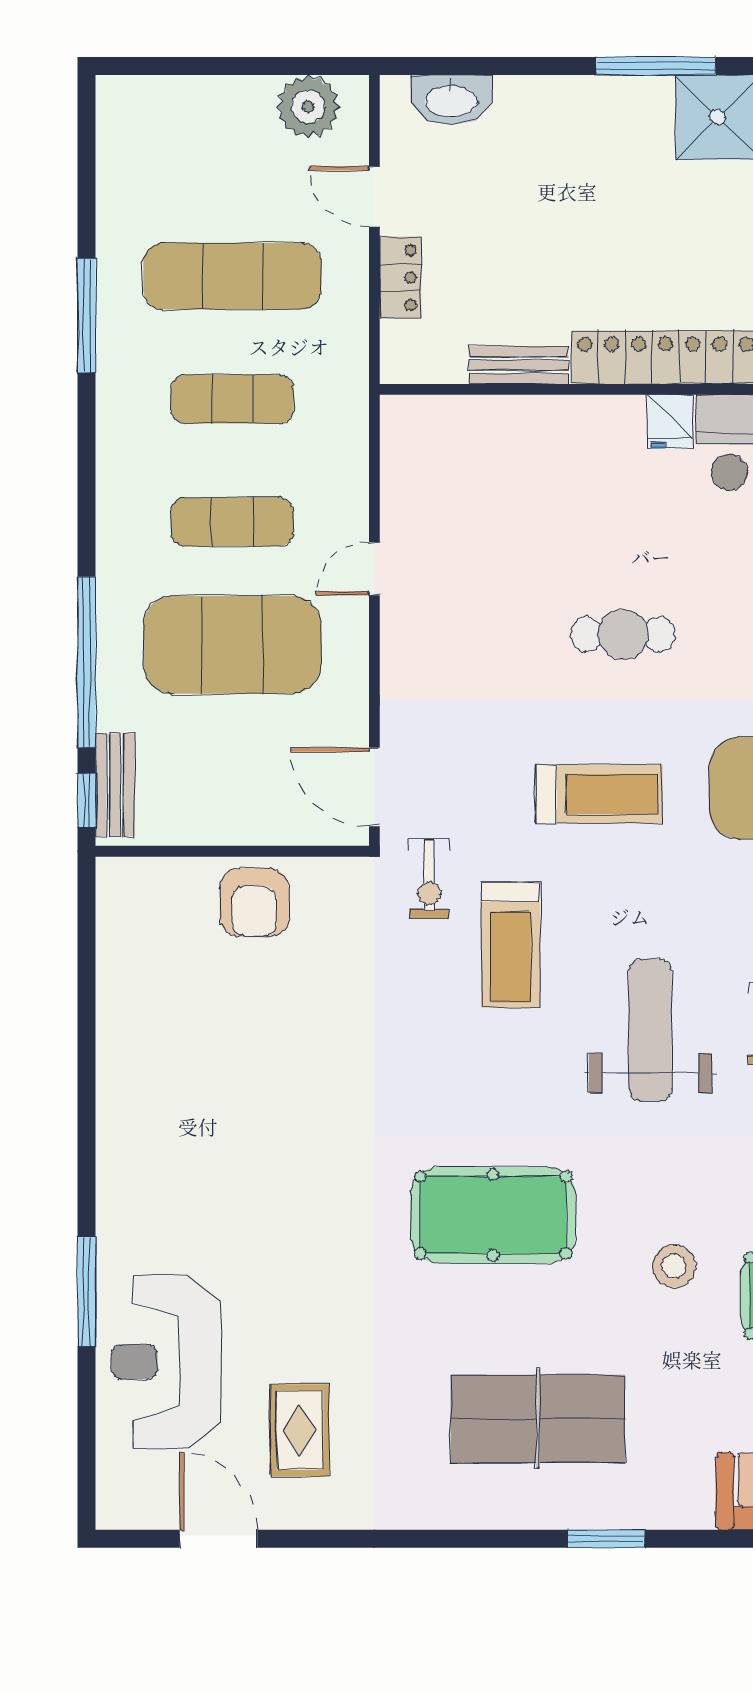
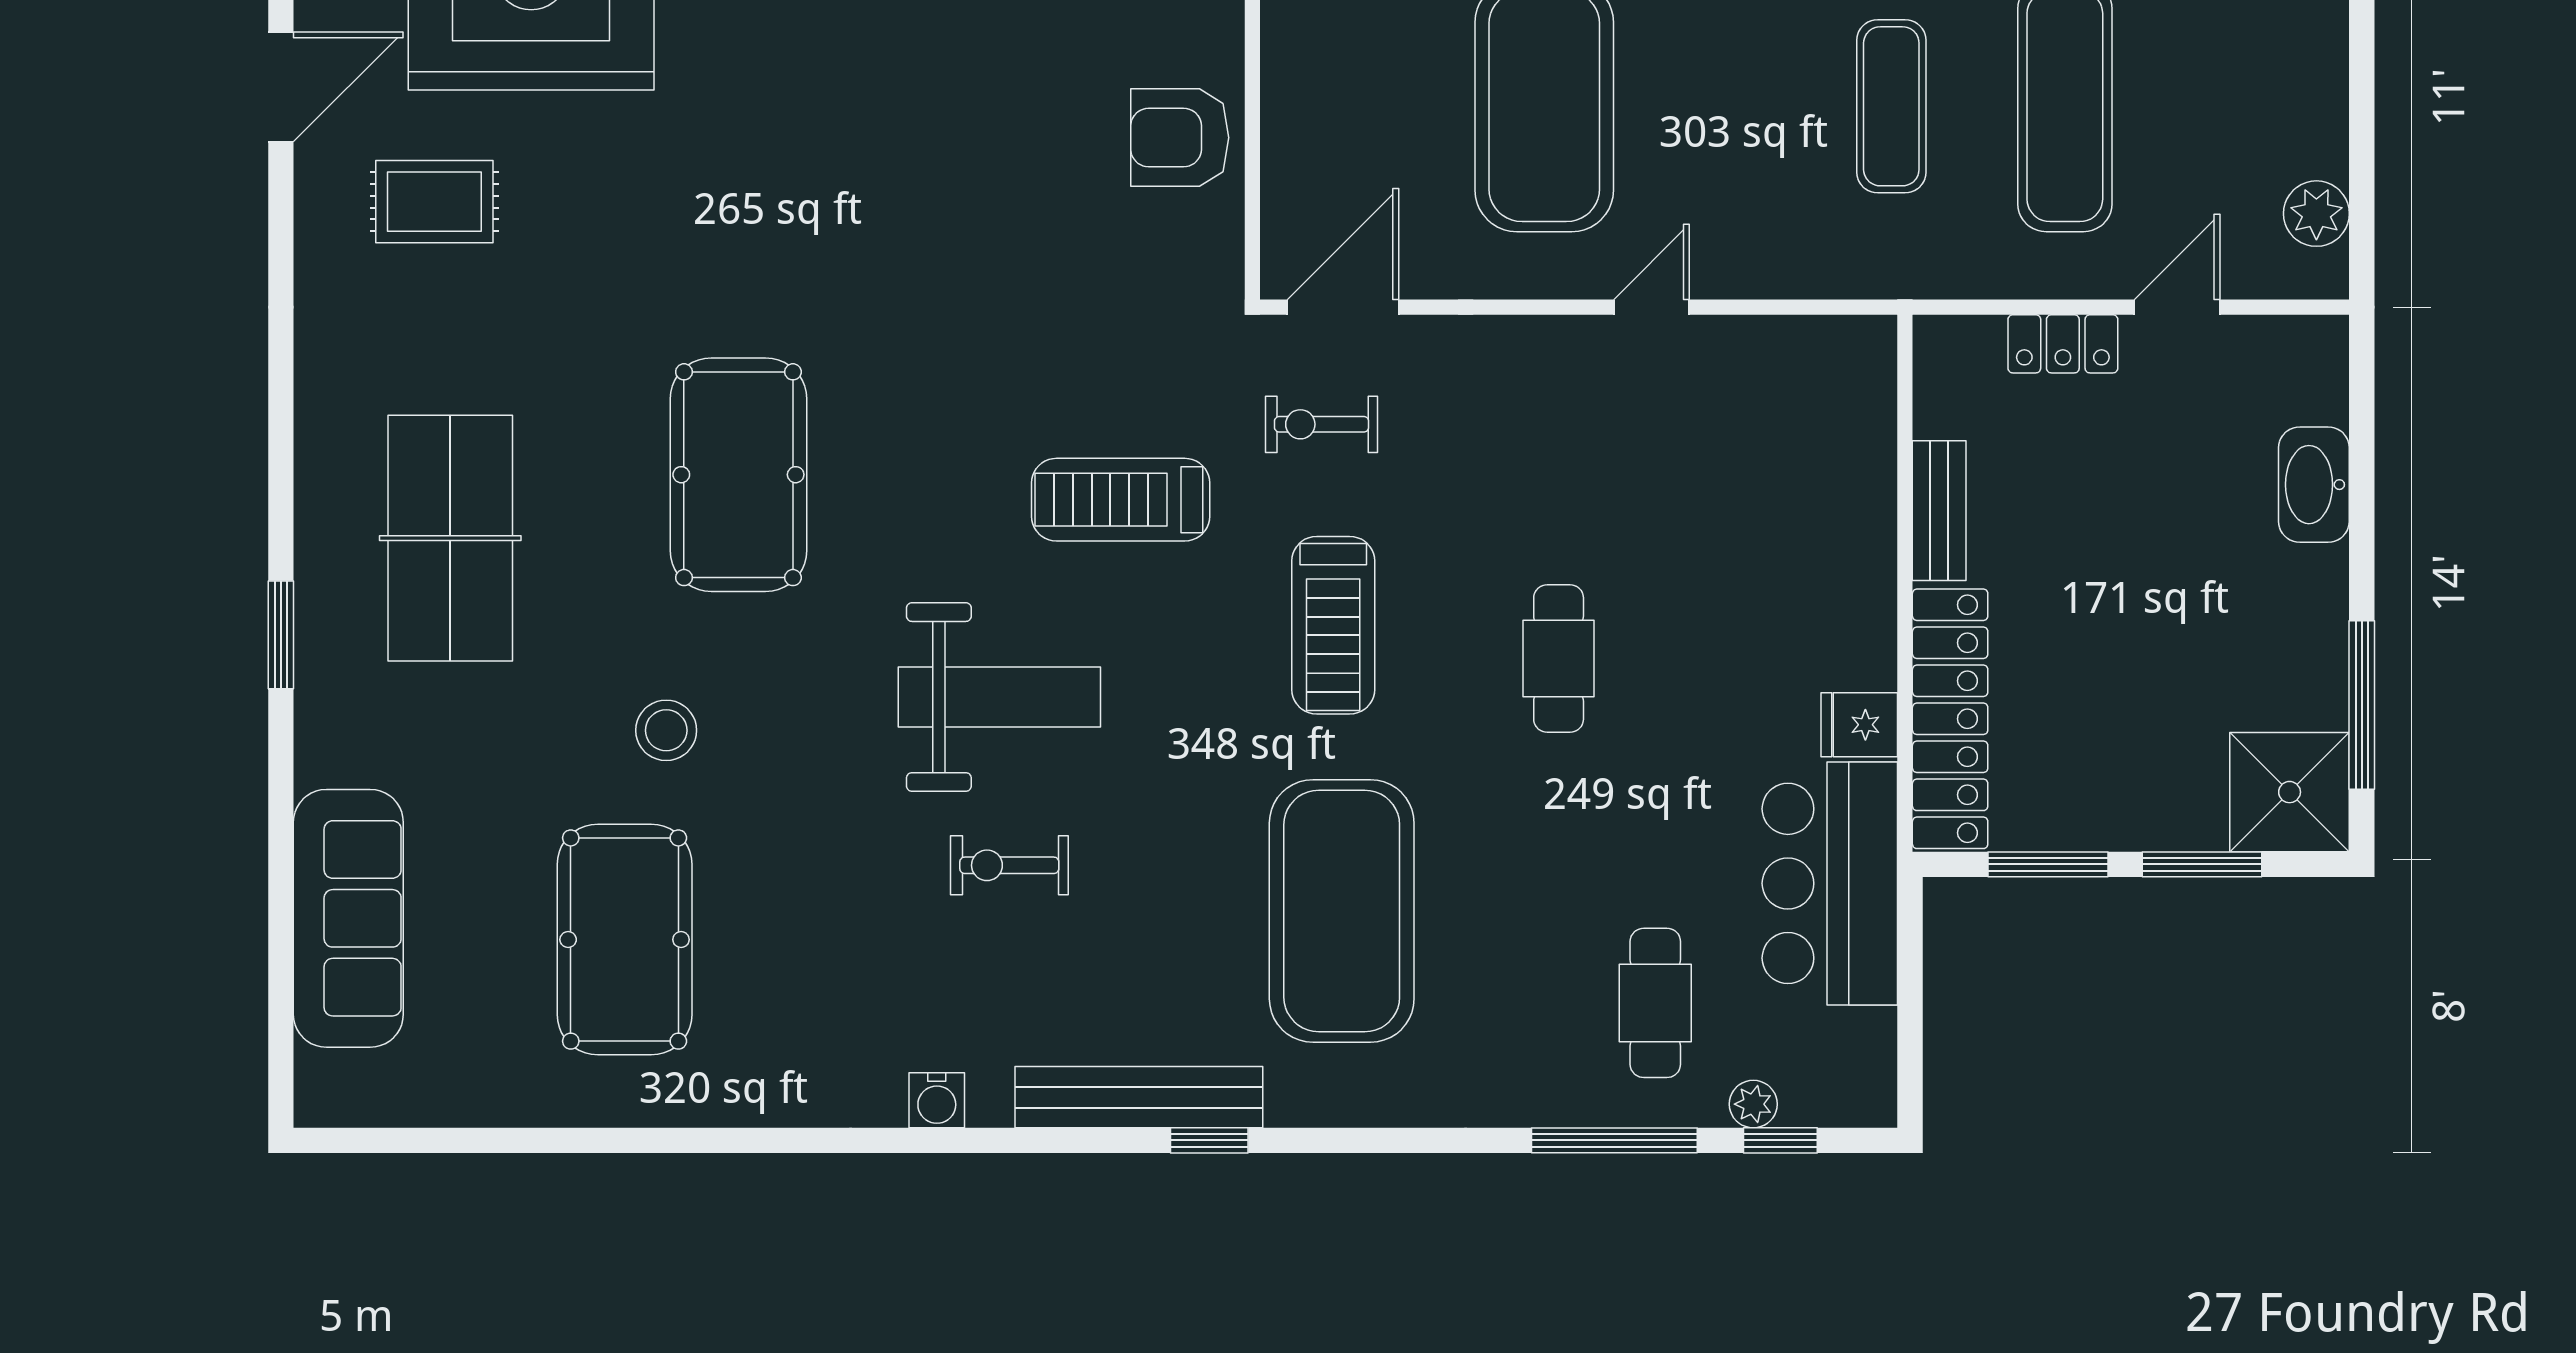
washbasin: (451, 100) -> (2314, 485), moved
plant: (308, 107) -> (2316, 214), width x0.73, depth x0.73
exercise mat: (232, 522) -> (1718, 106), removed
door: (374, 569) -> (1652, 307), hinge flipped
exercise bike: (429, 879) -> (1322, 424), moved

